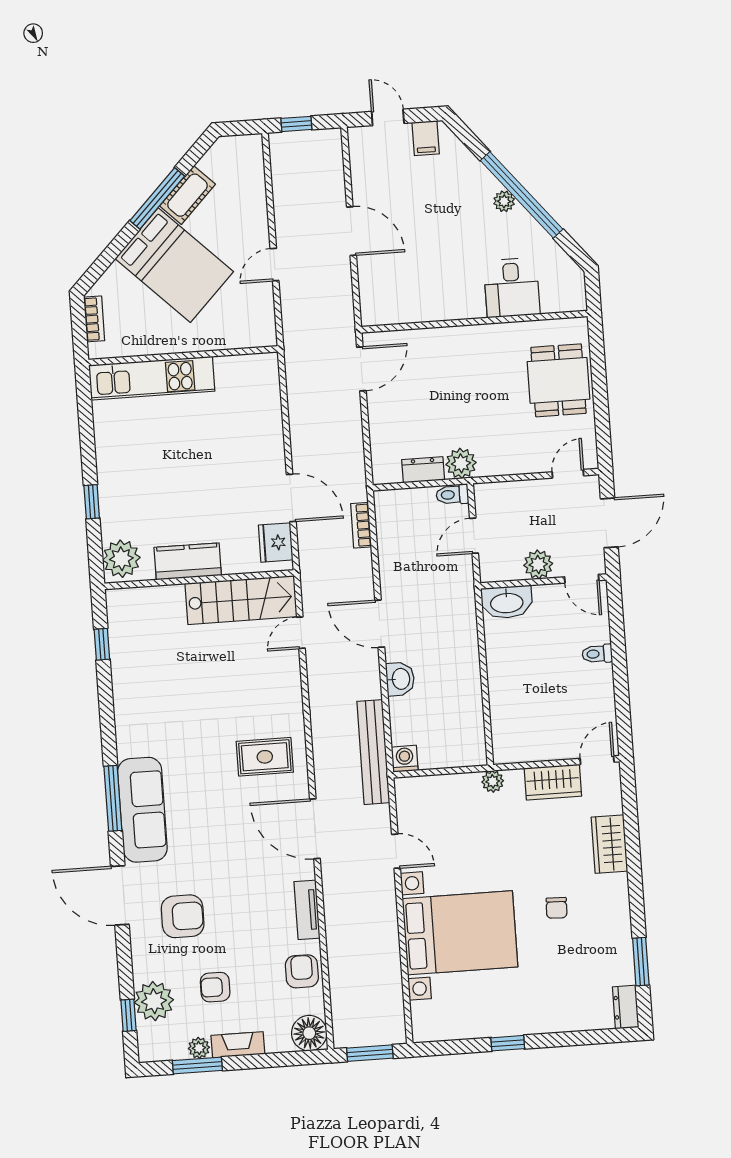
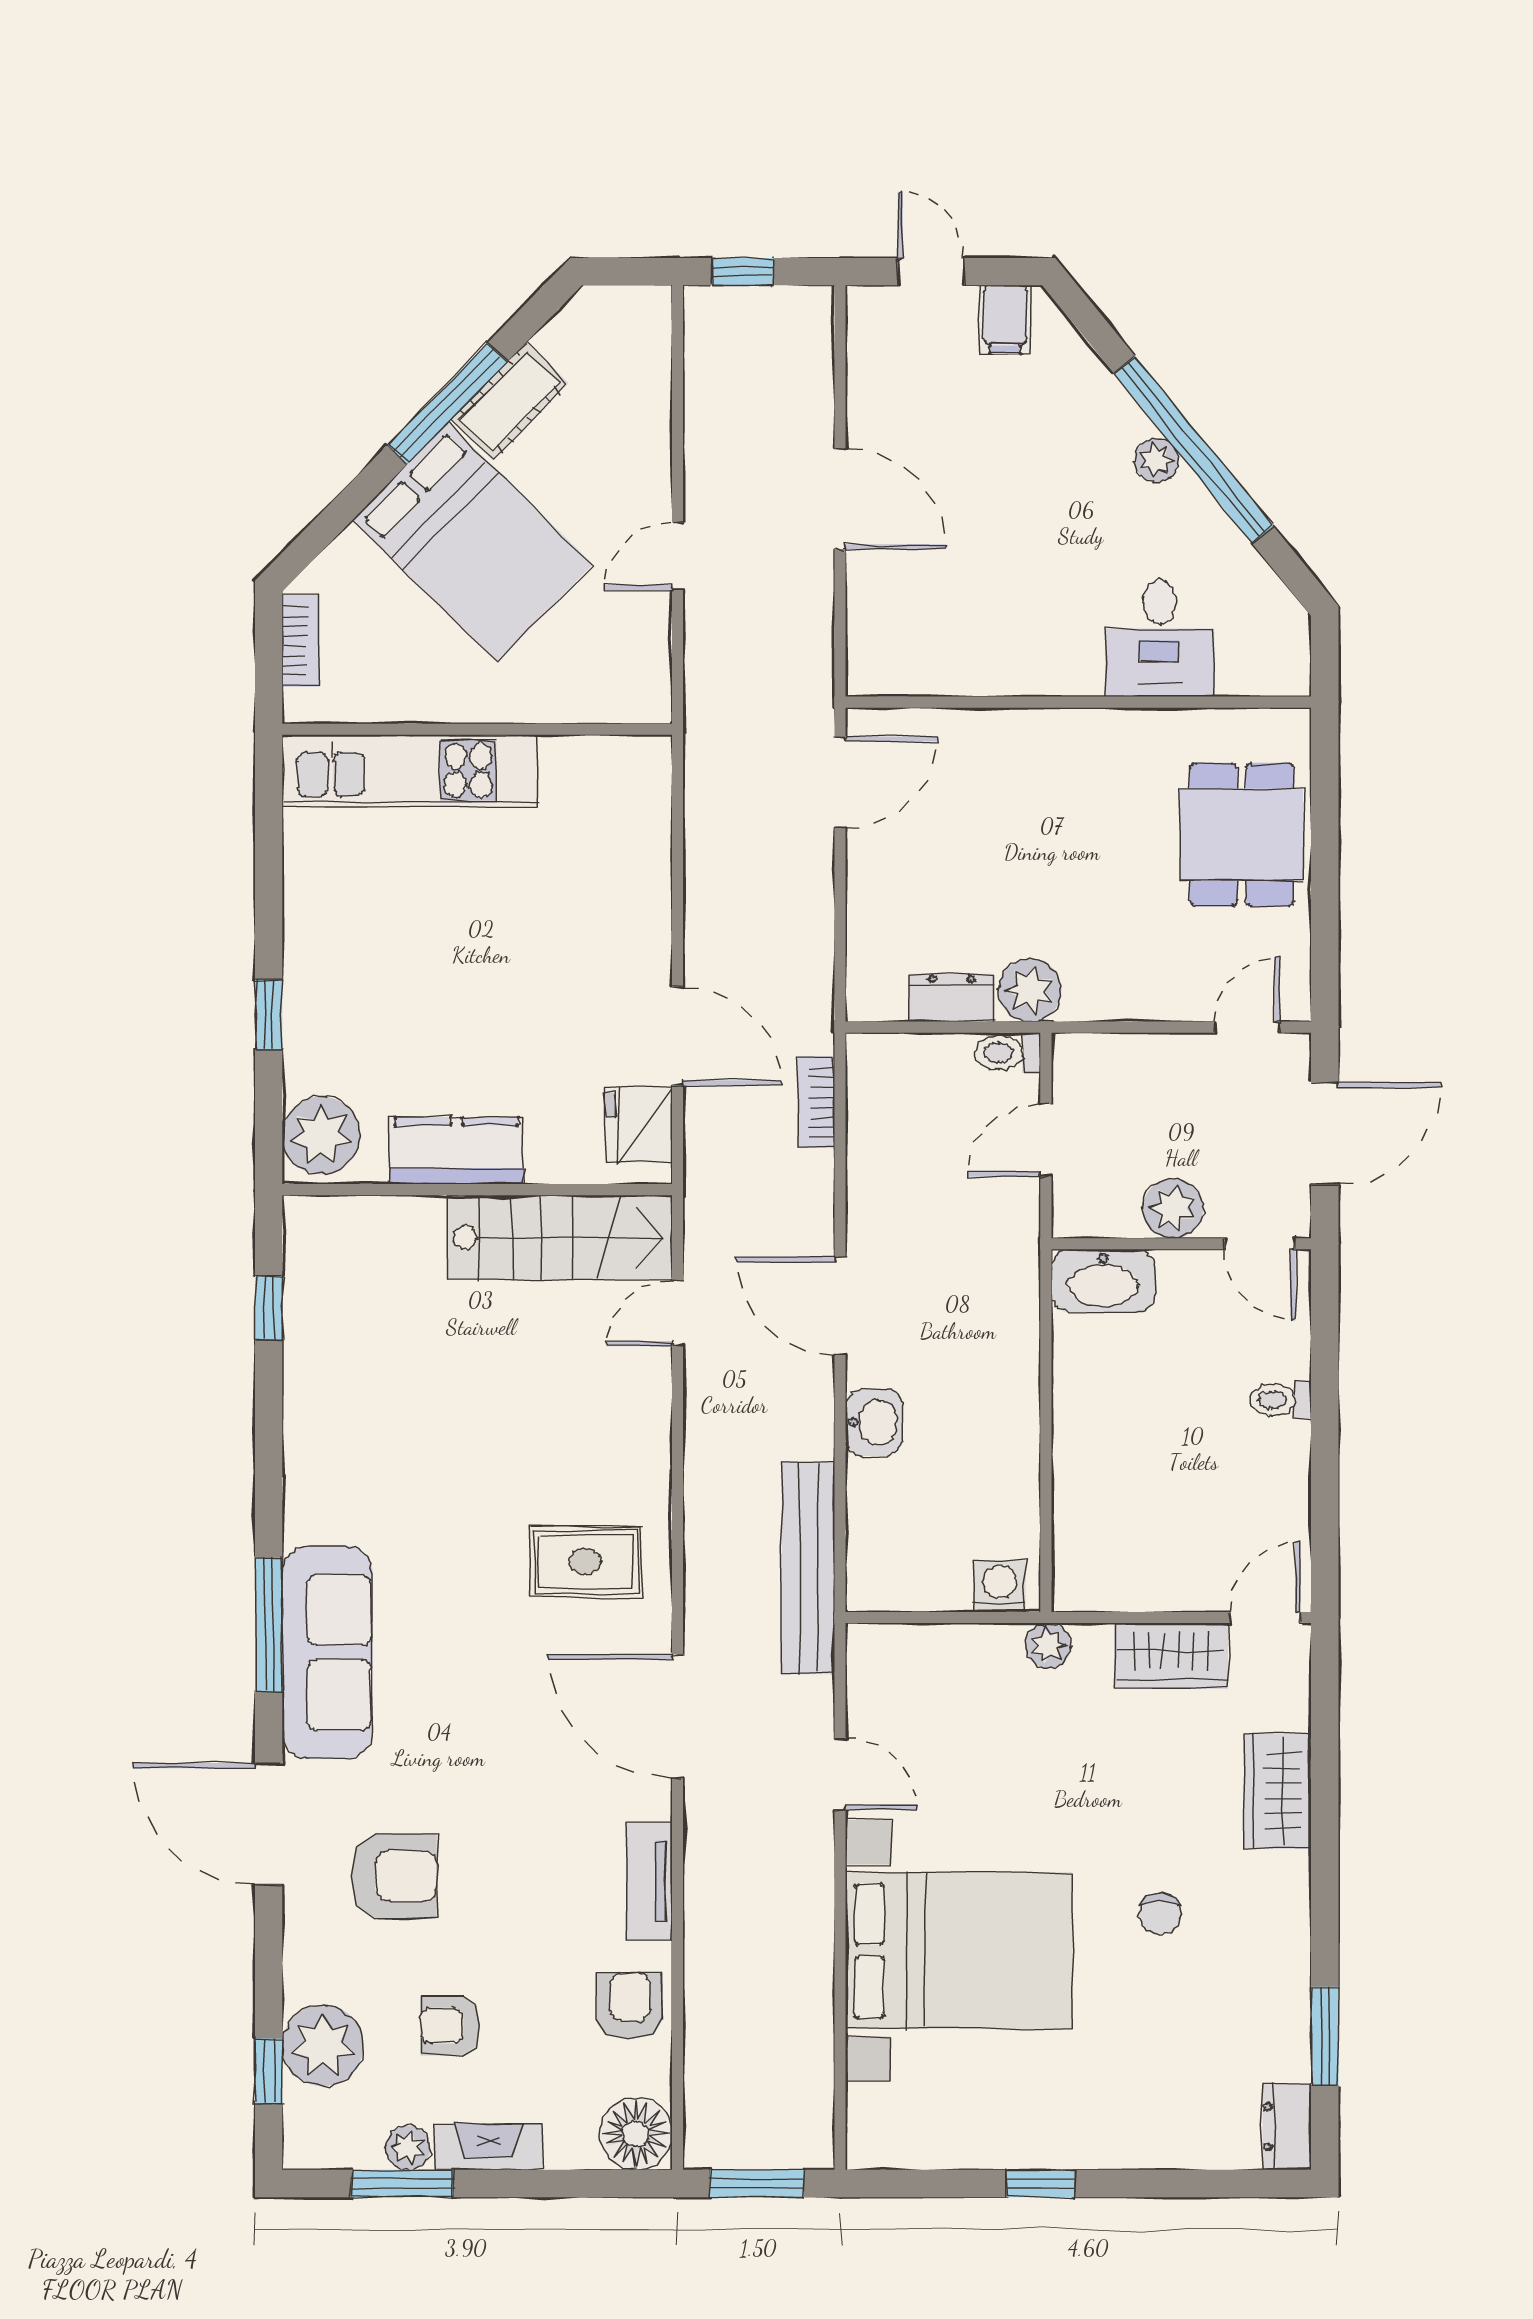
washing machine: (405, 759) -> (1000, 1586), moved

